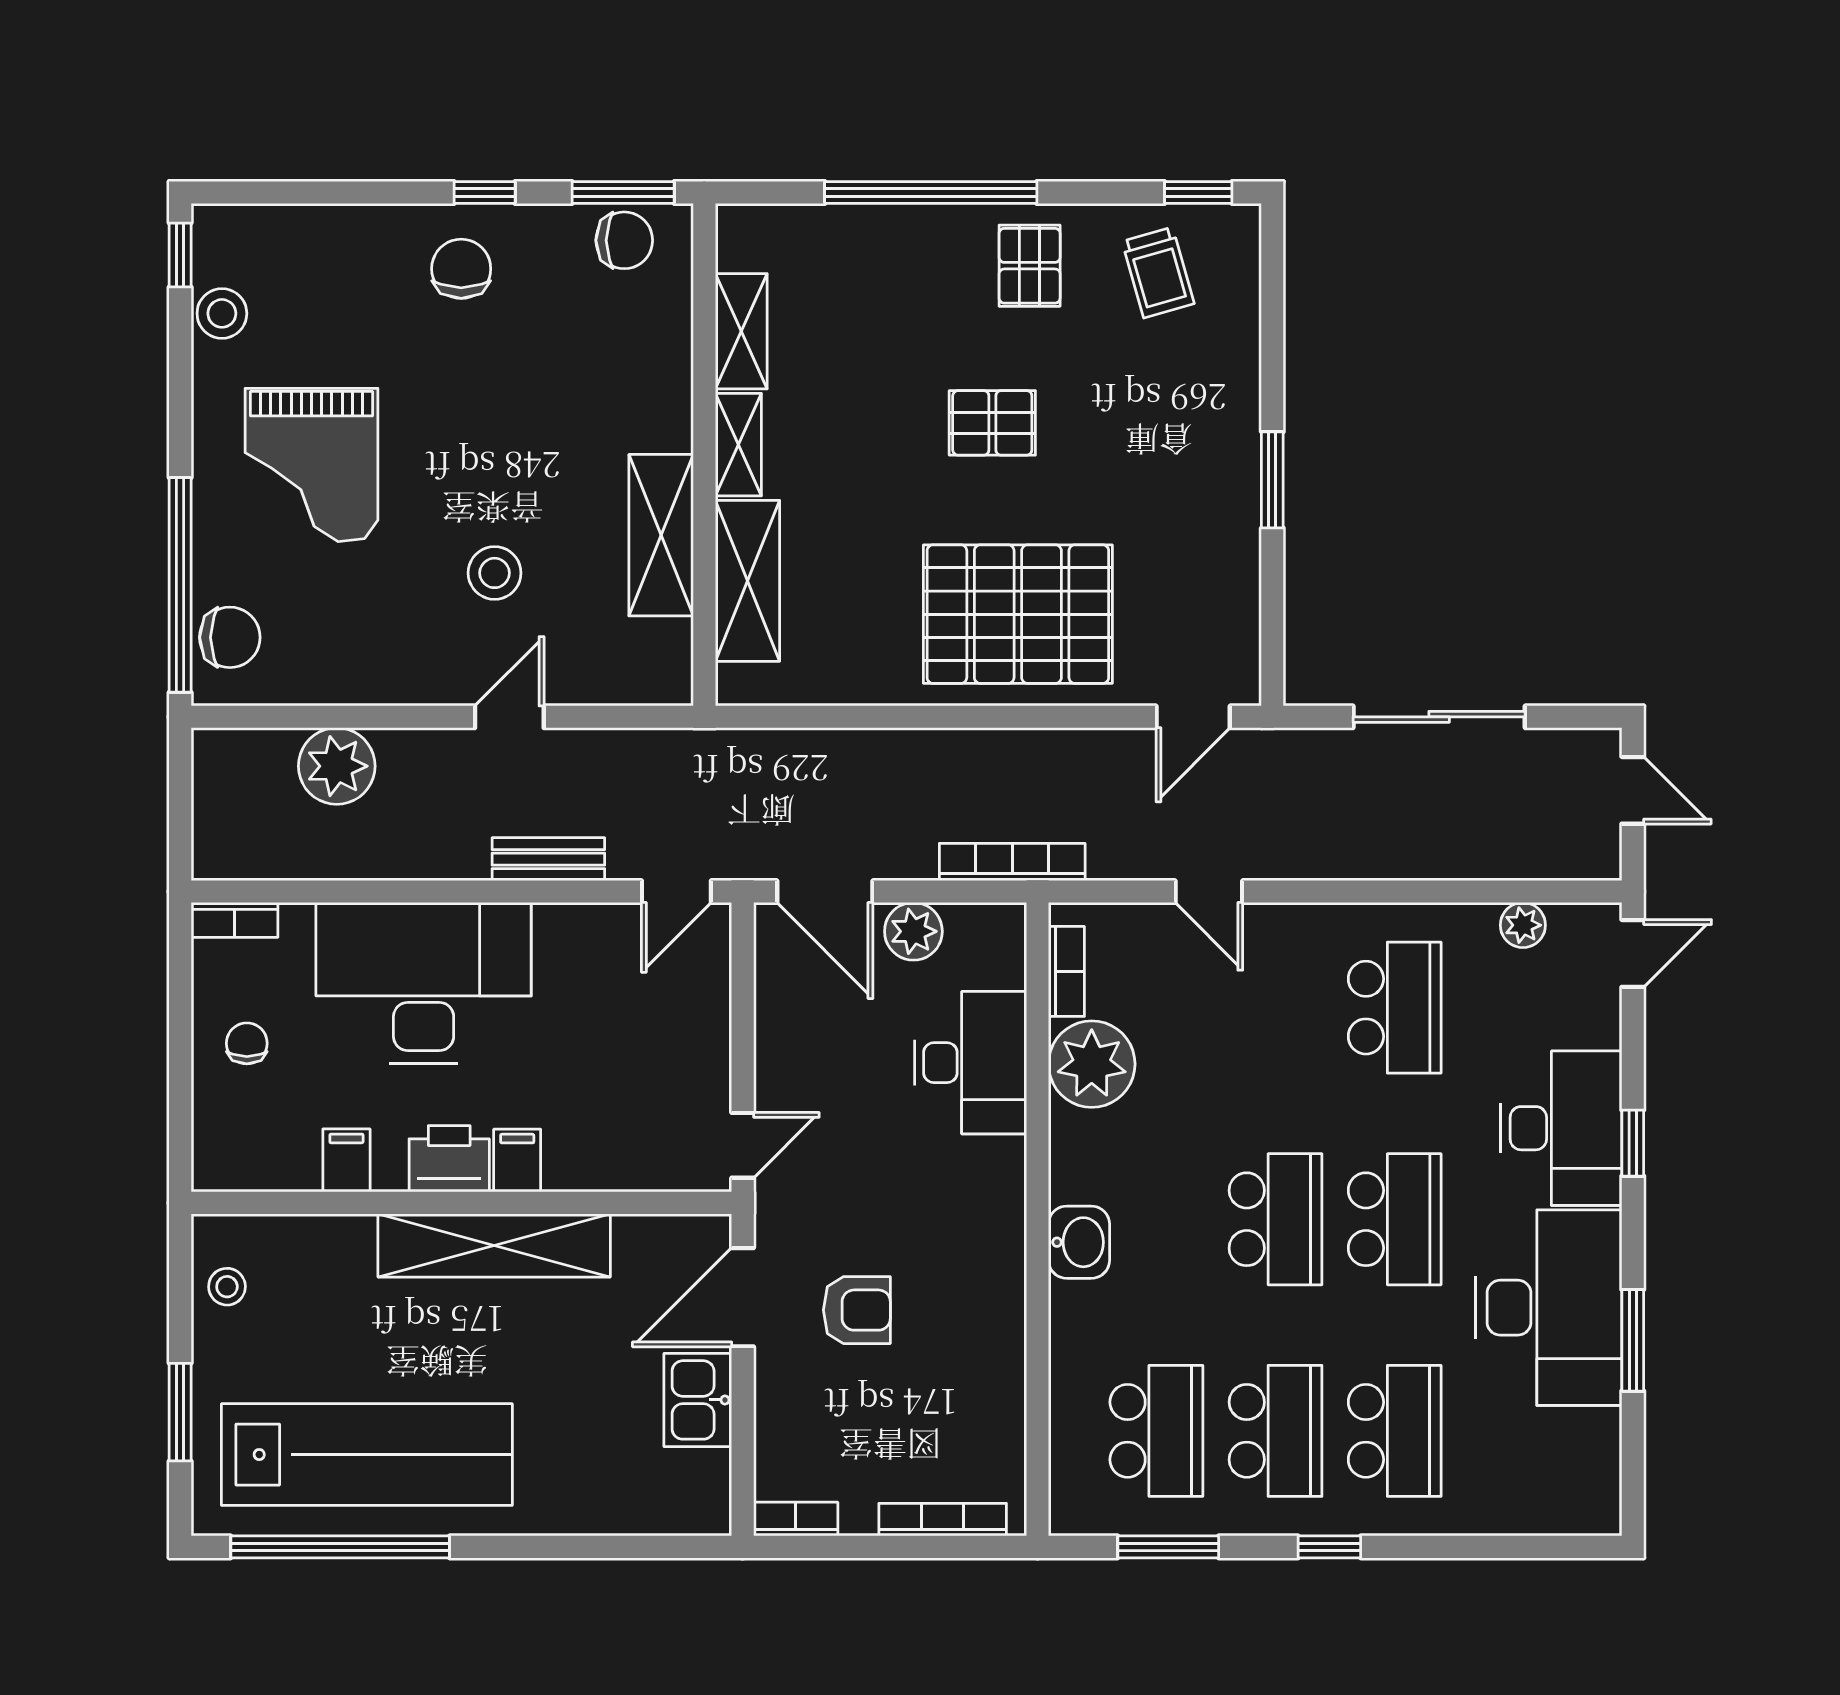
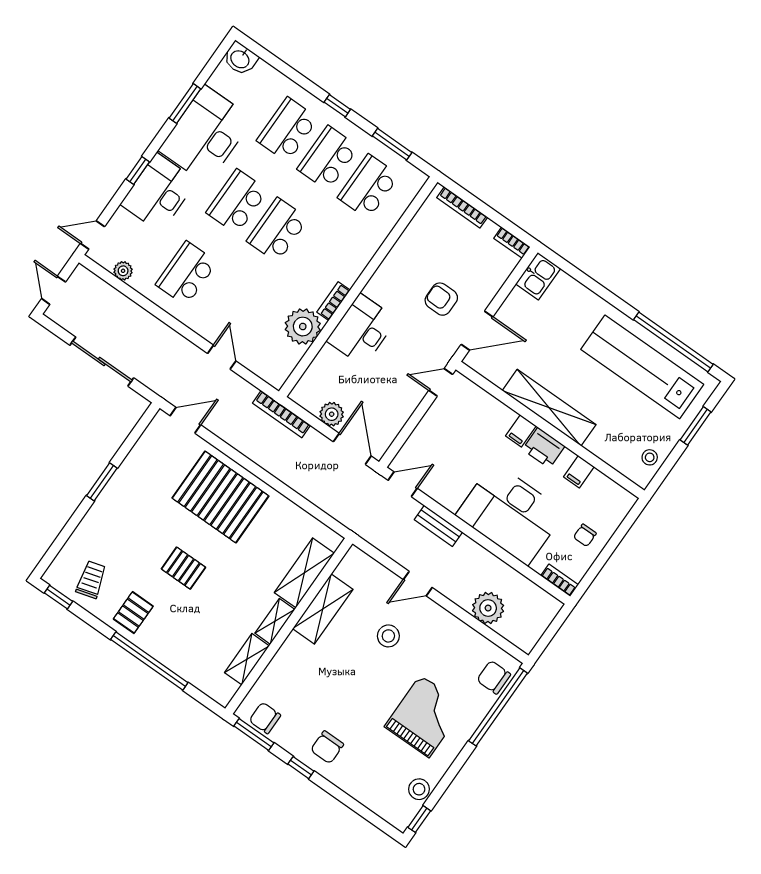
bookcase: (1066, 971) -> (333, 301), moved
desk: (971, 1063) -> (362, 330), moved
washbasin: (1079, 1242) -> (240, 59), moved, turned -90
kitchen sink: (698, 1400) -> (538, 276), moved

